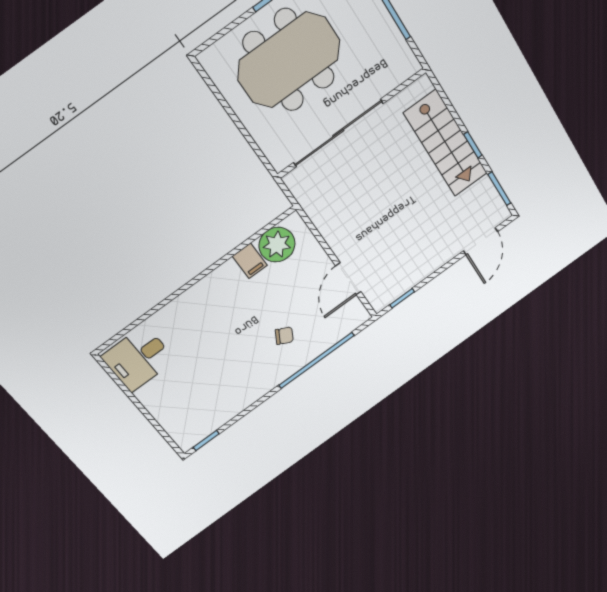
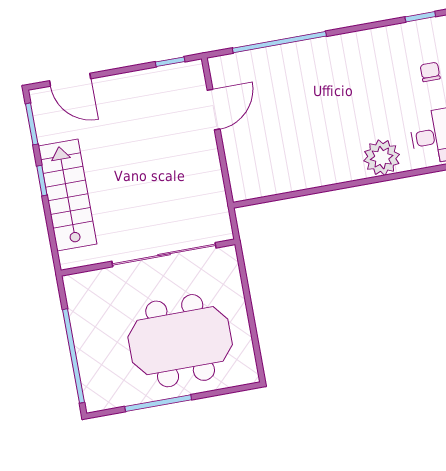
door: (481, 241) -> (70, 80), swing flipped
plant: (277, 245) -> (382, 158), moved
filing cabinet: (250, 261) -> (297, 176), removed
chair: (284, 336) -> (430, 72), moved, turned 62

